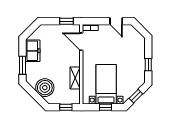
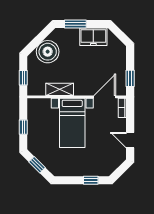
door: (116, 21) -> (130, 140), hinge flipped
window: (148, 65) -> (91, 180), moved
bed with nightstands: (106, 84) -> (72, 123), moved, turned 90

